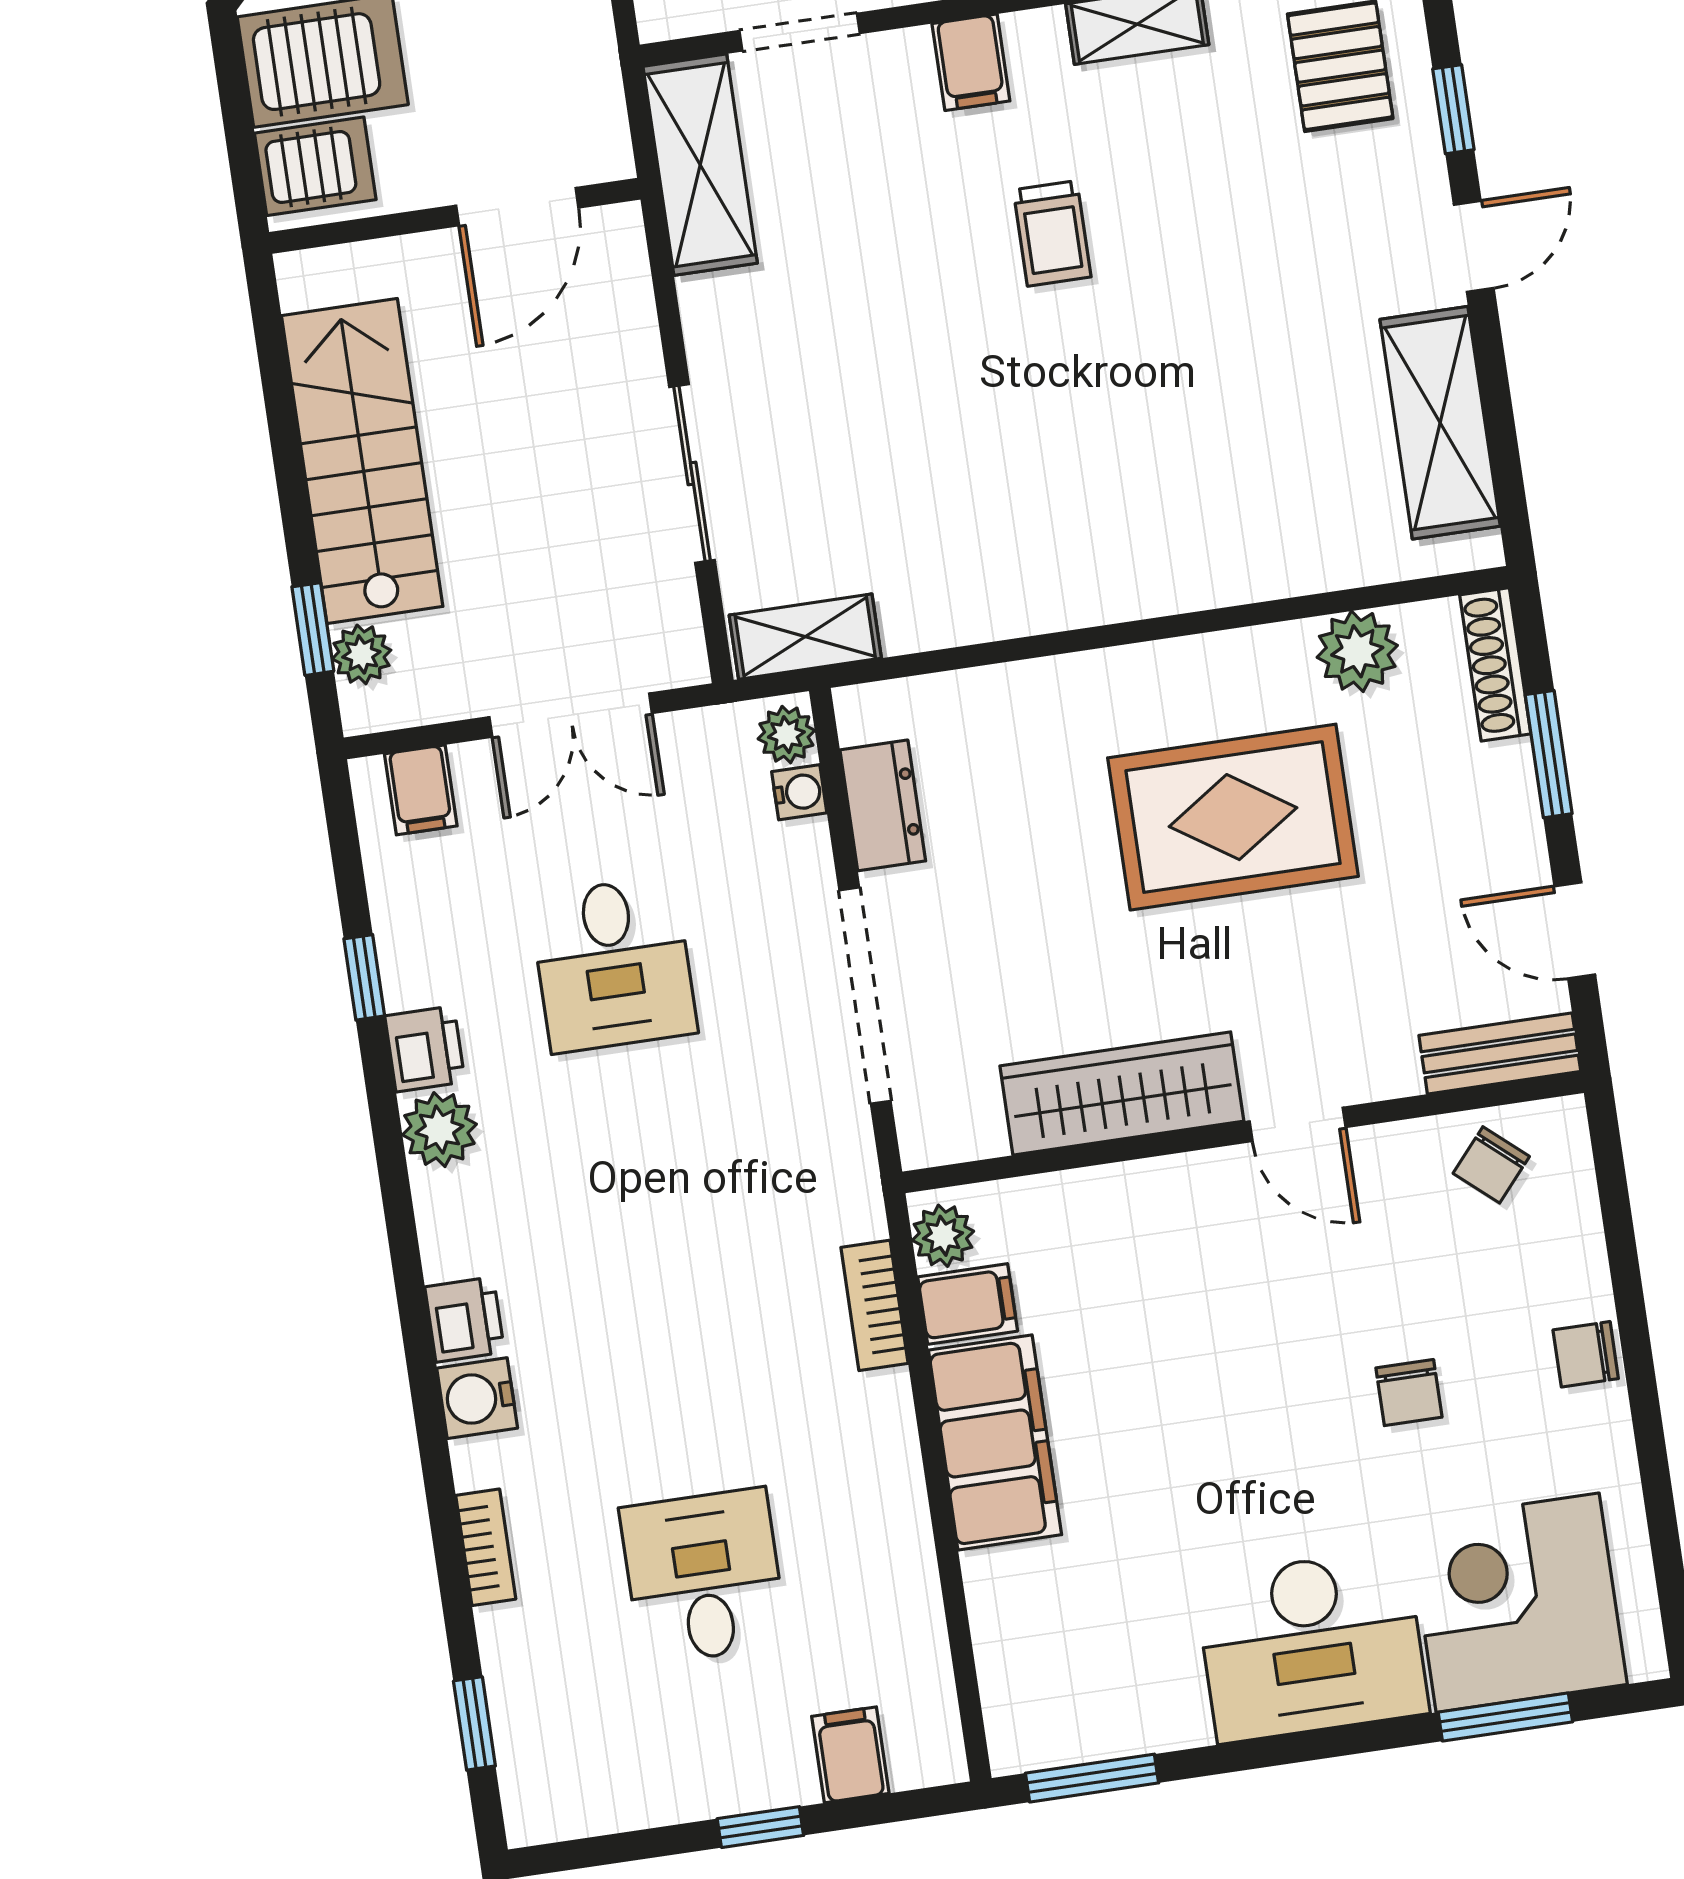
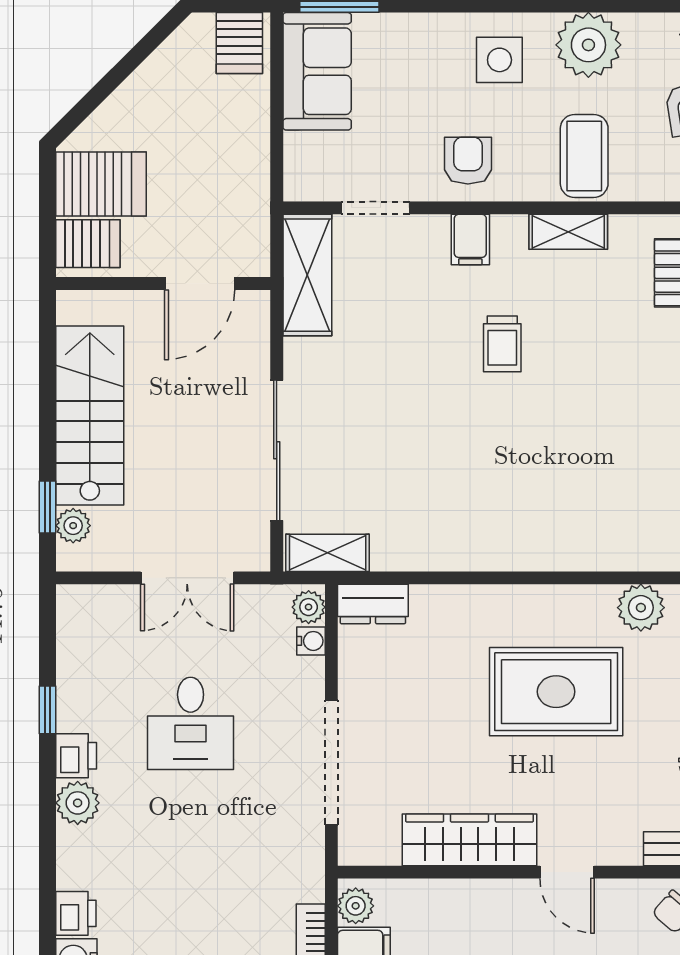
sliding door: (692, 473) -> (277, 450), width x1.37
filing cabinet: (421, 790) -> (96, 608), removed
dresser: (883, 805) -> (373, 604), moved, turned 90

